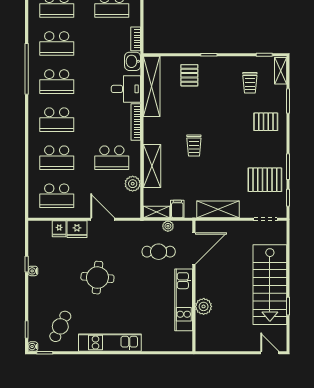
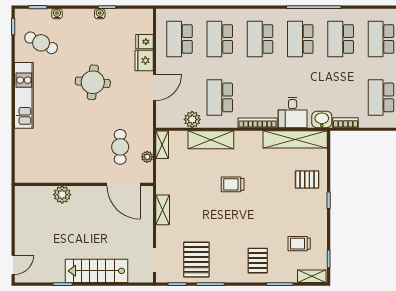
filing cabinet: (177, 209) -> (165, 167), removed
shelving: (218, 209) -> (163, 210), width x0.67, depth x0.75
stairs: (270, 285) -> (97, 271), width x0.73, depth x0.66
kitchen unit: (184, 300) -> (69, 174), removed
water cooler: (33, 347) -> (57, 14), moved

